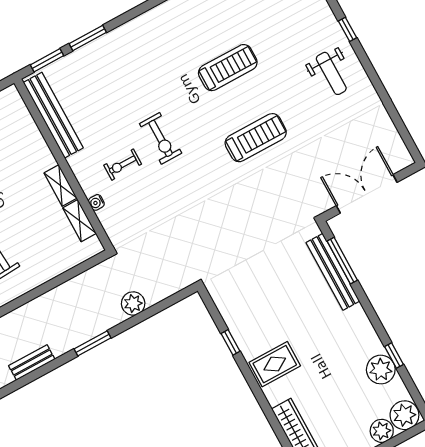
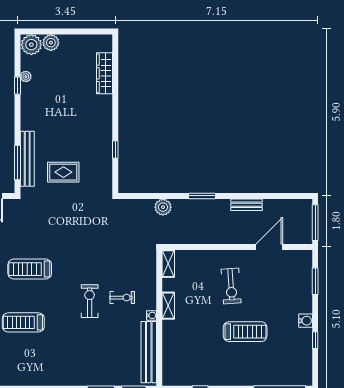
water cooler: (96, 202) -> (152, 315), moved
shelving: (80, 221) -> (168, 264), moved
rug: (275, 364) -> (63, 172), moved
plant: (381, 370) -> (26, 76), width x0.53, depth x0.53

